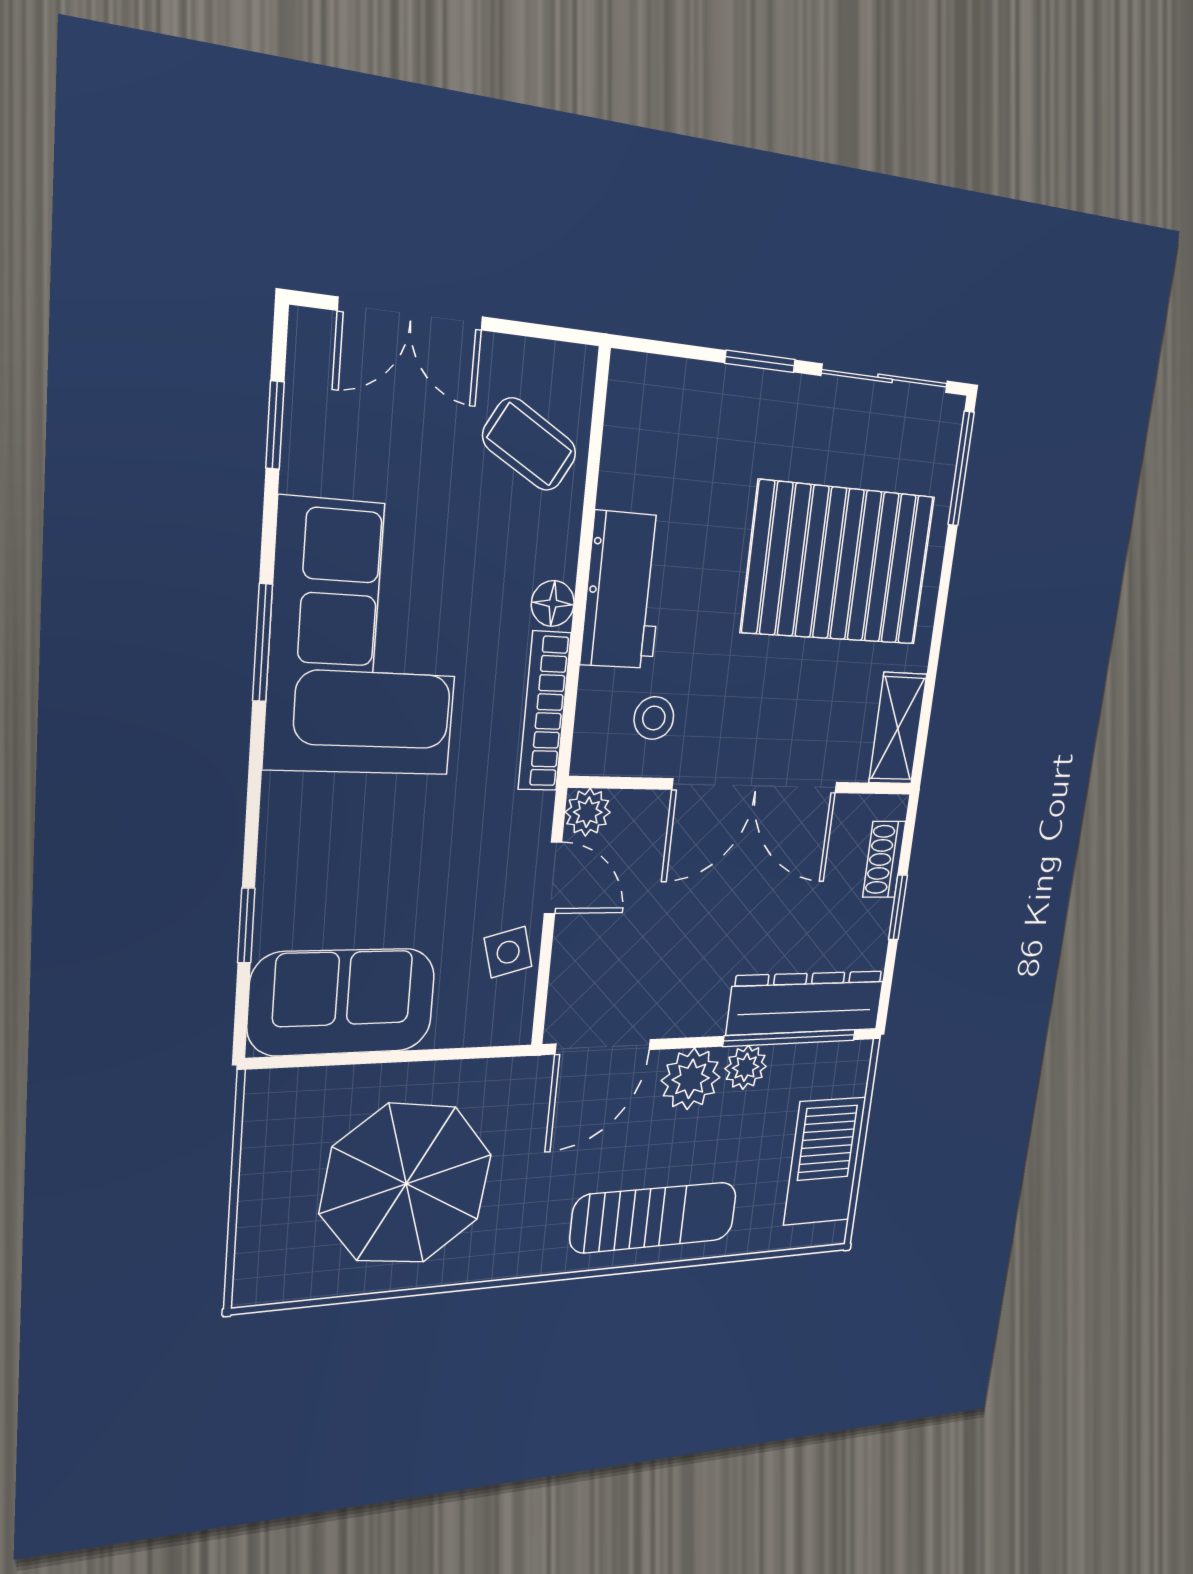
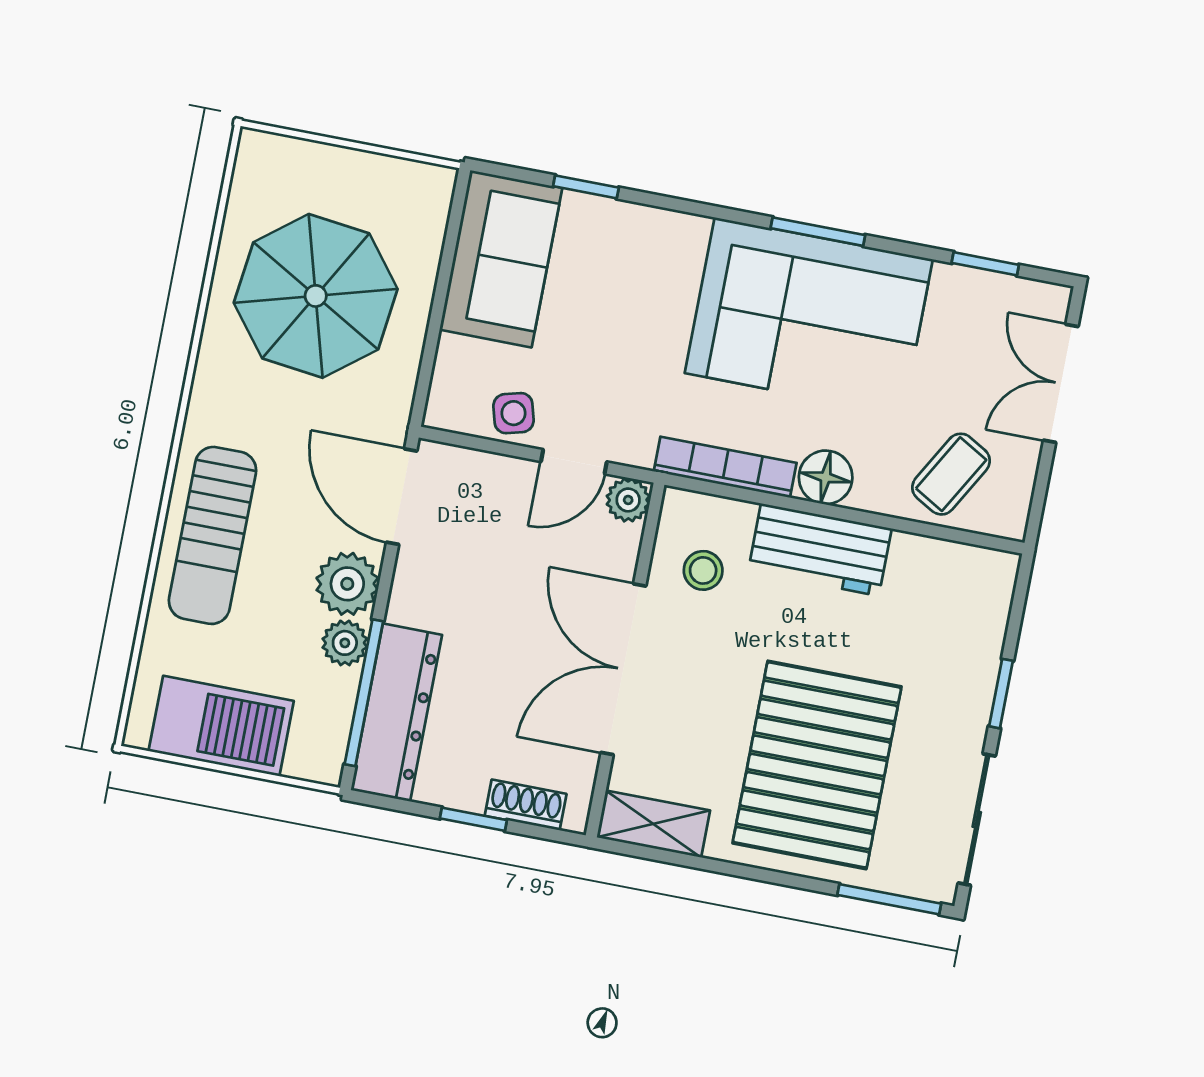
floor lamp: (553, 603) -> (826, 477), width x1.37, depth x1.37

